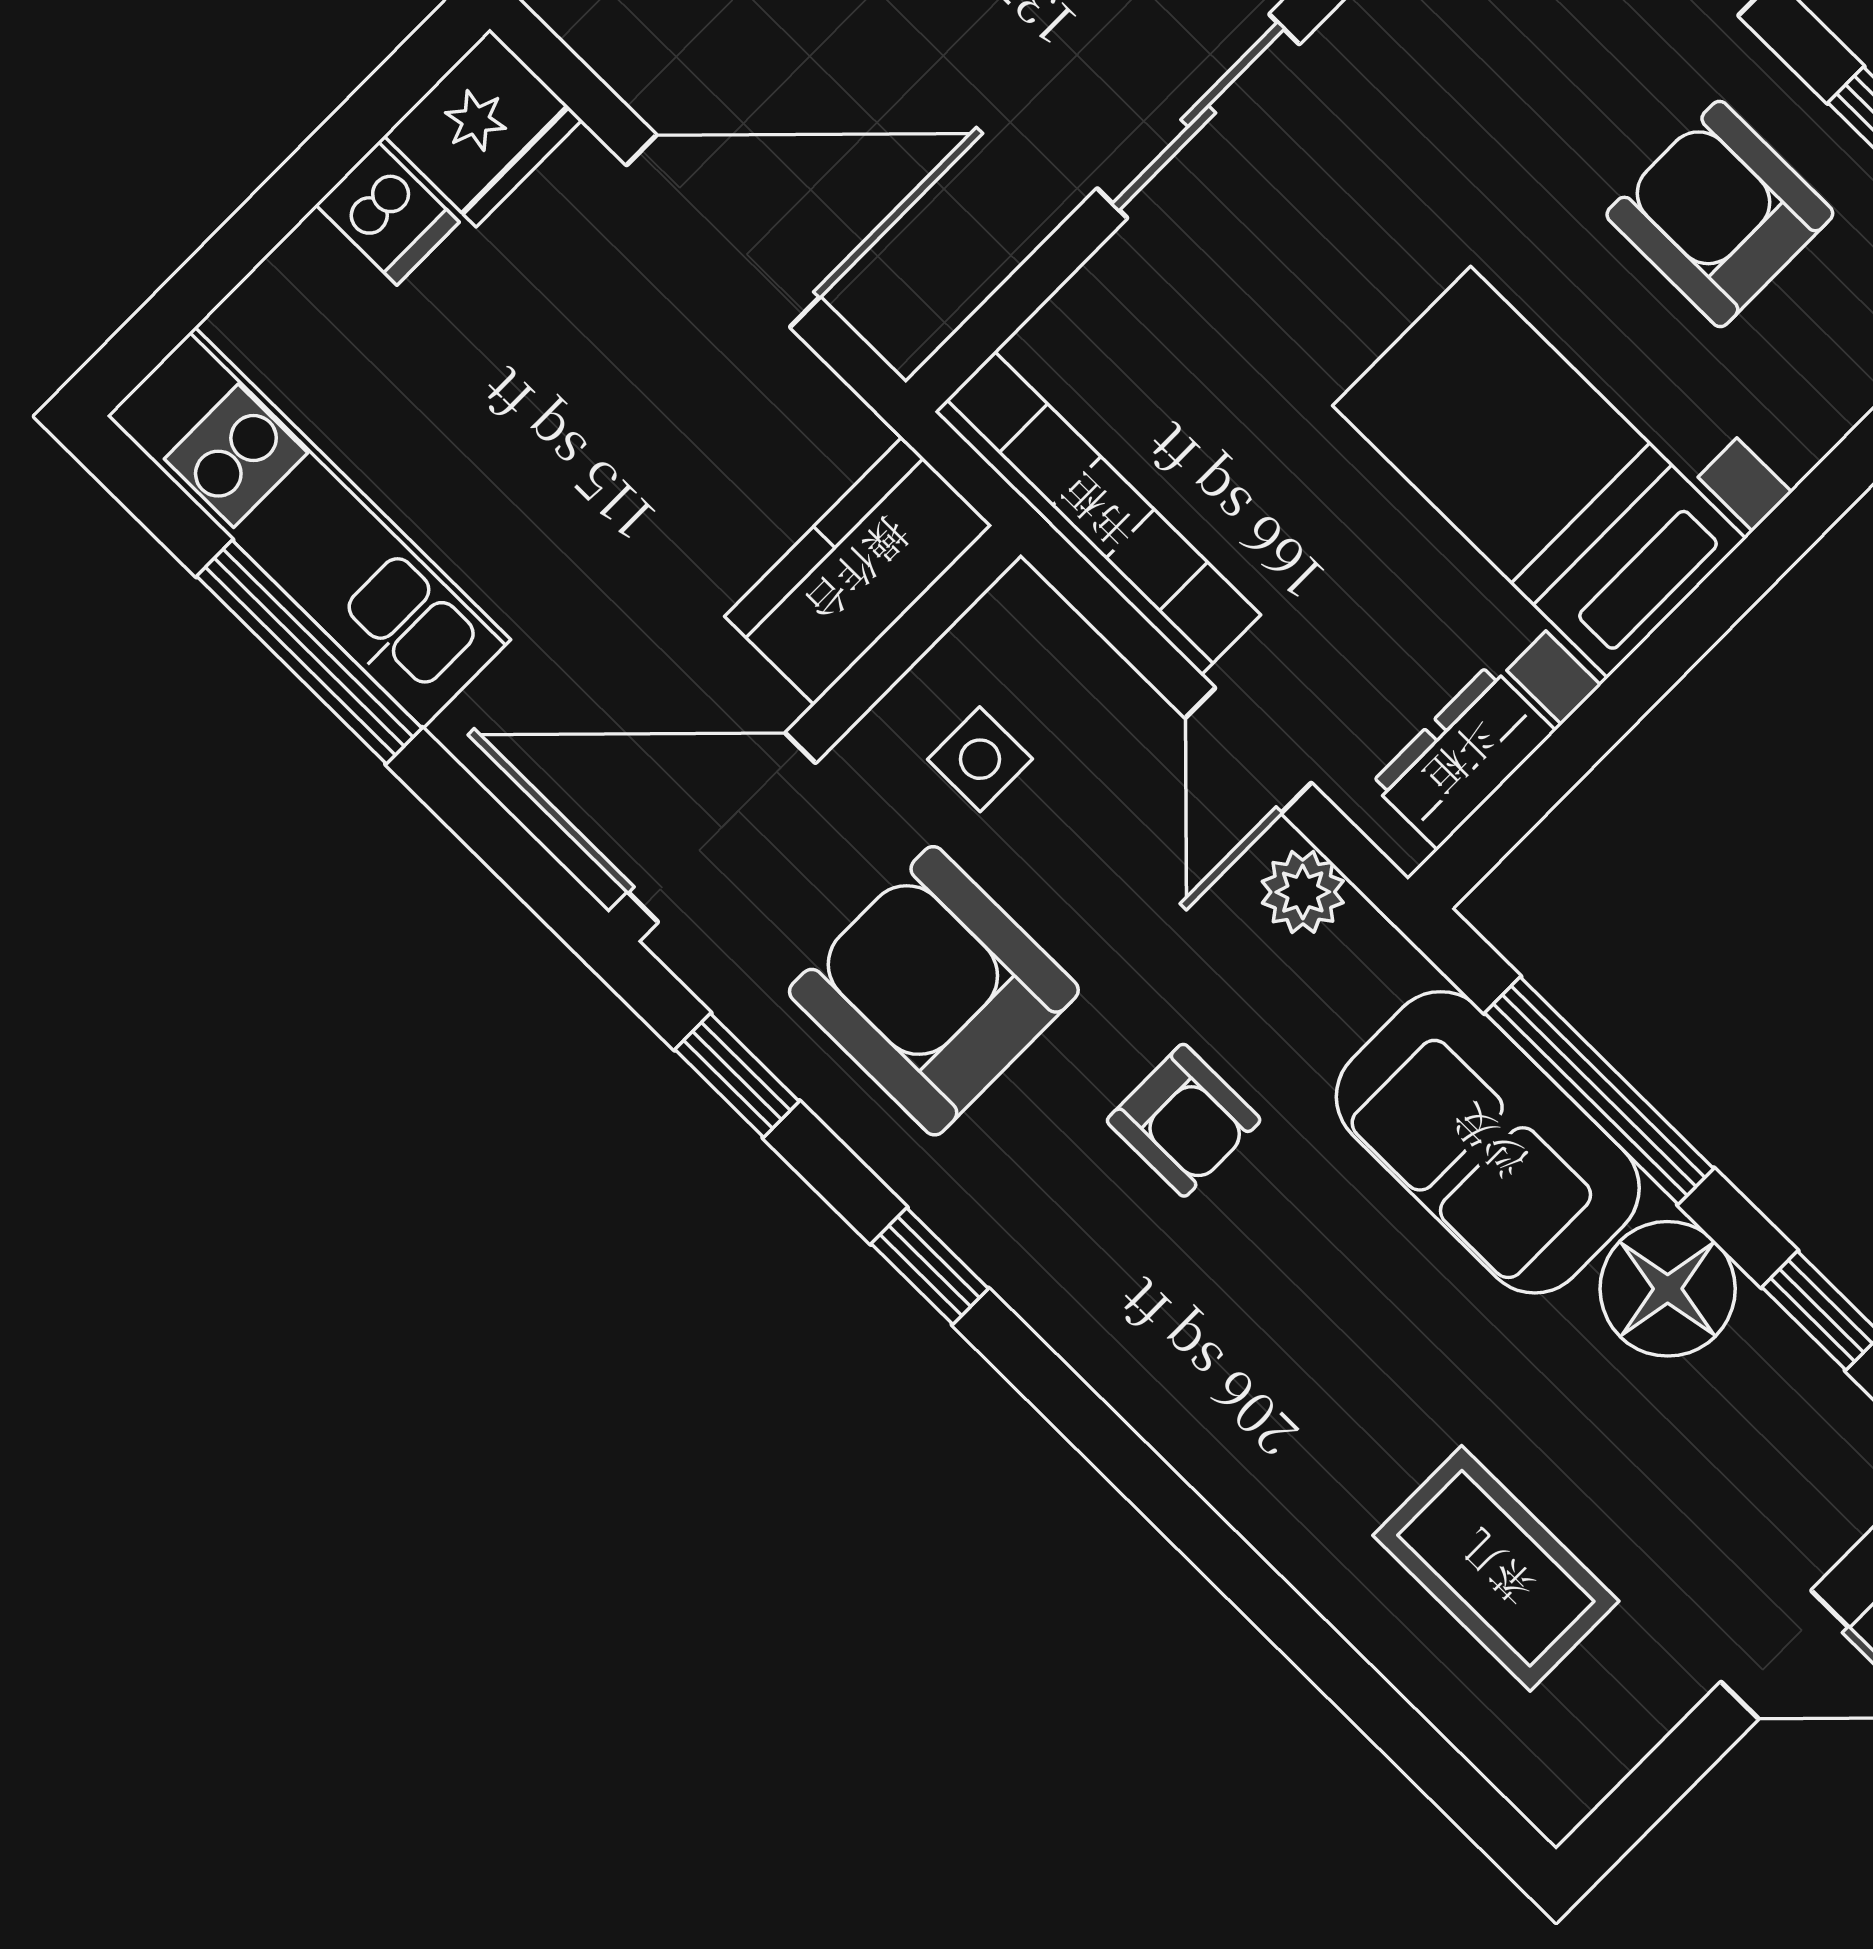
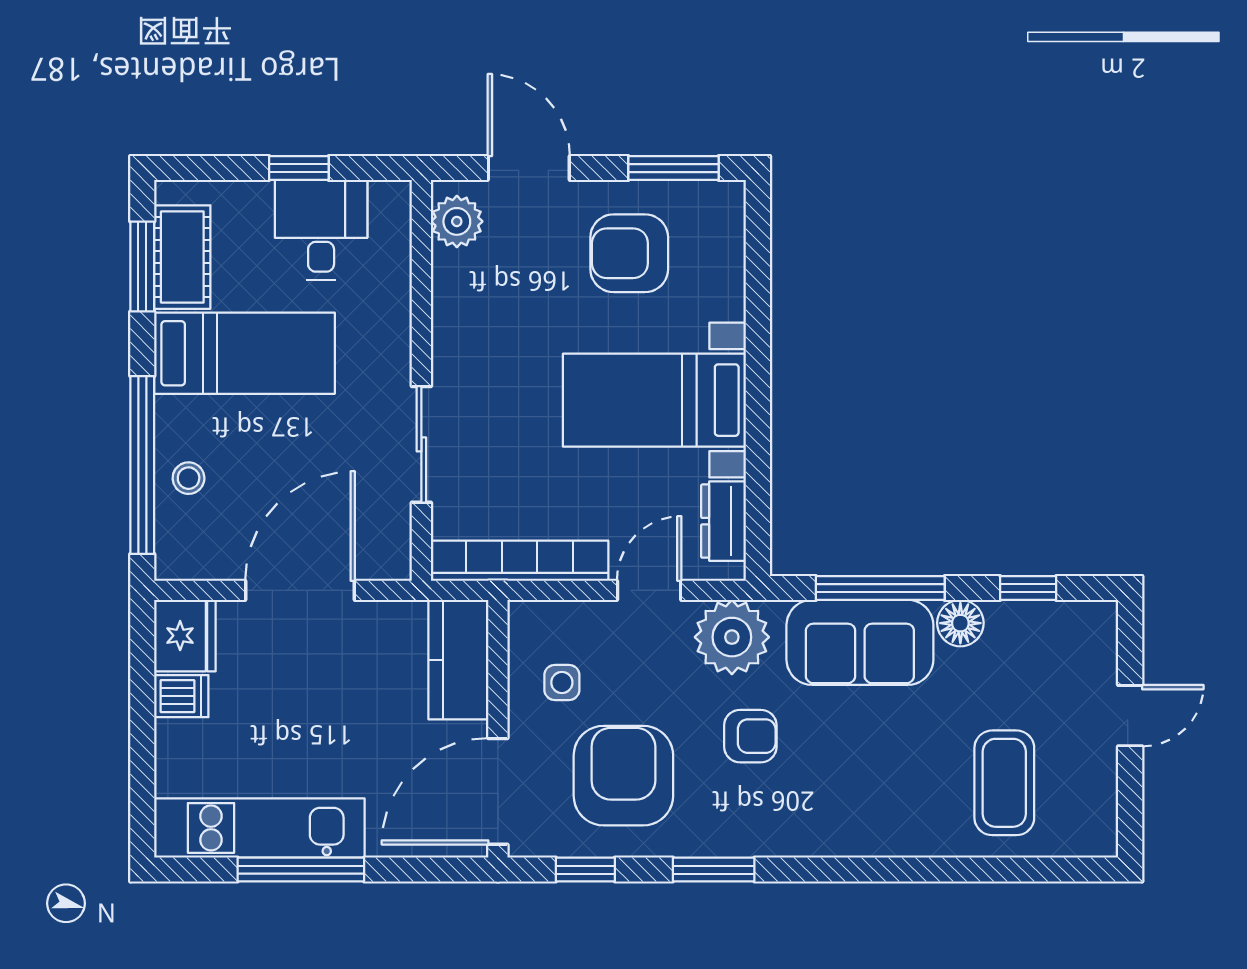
sliding door: (1198, 116) -> (421, 444), moved
door: (1248, 750) -> (649, 590), swing flipped
plant: (1303, 892) -> (732, 637), width x1.87, depth x1.87
armchair: (934, 991) -> (623, 776), turned 90
window: (930, 1266) -> (714, 870), width x1.50
floor lamp: (1668, 1289) -> (960, 623), width x0.73, depth x0.73
coffee table: (1496, 1568) -> (1004, 783), turned 90

